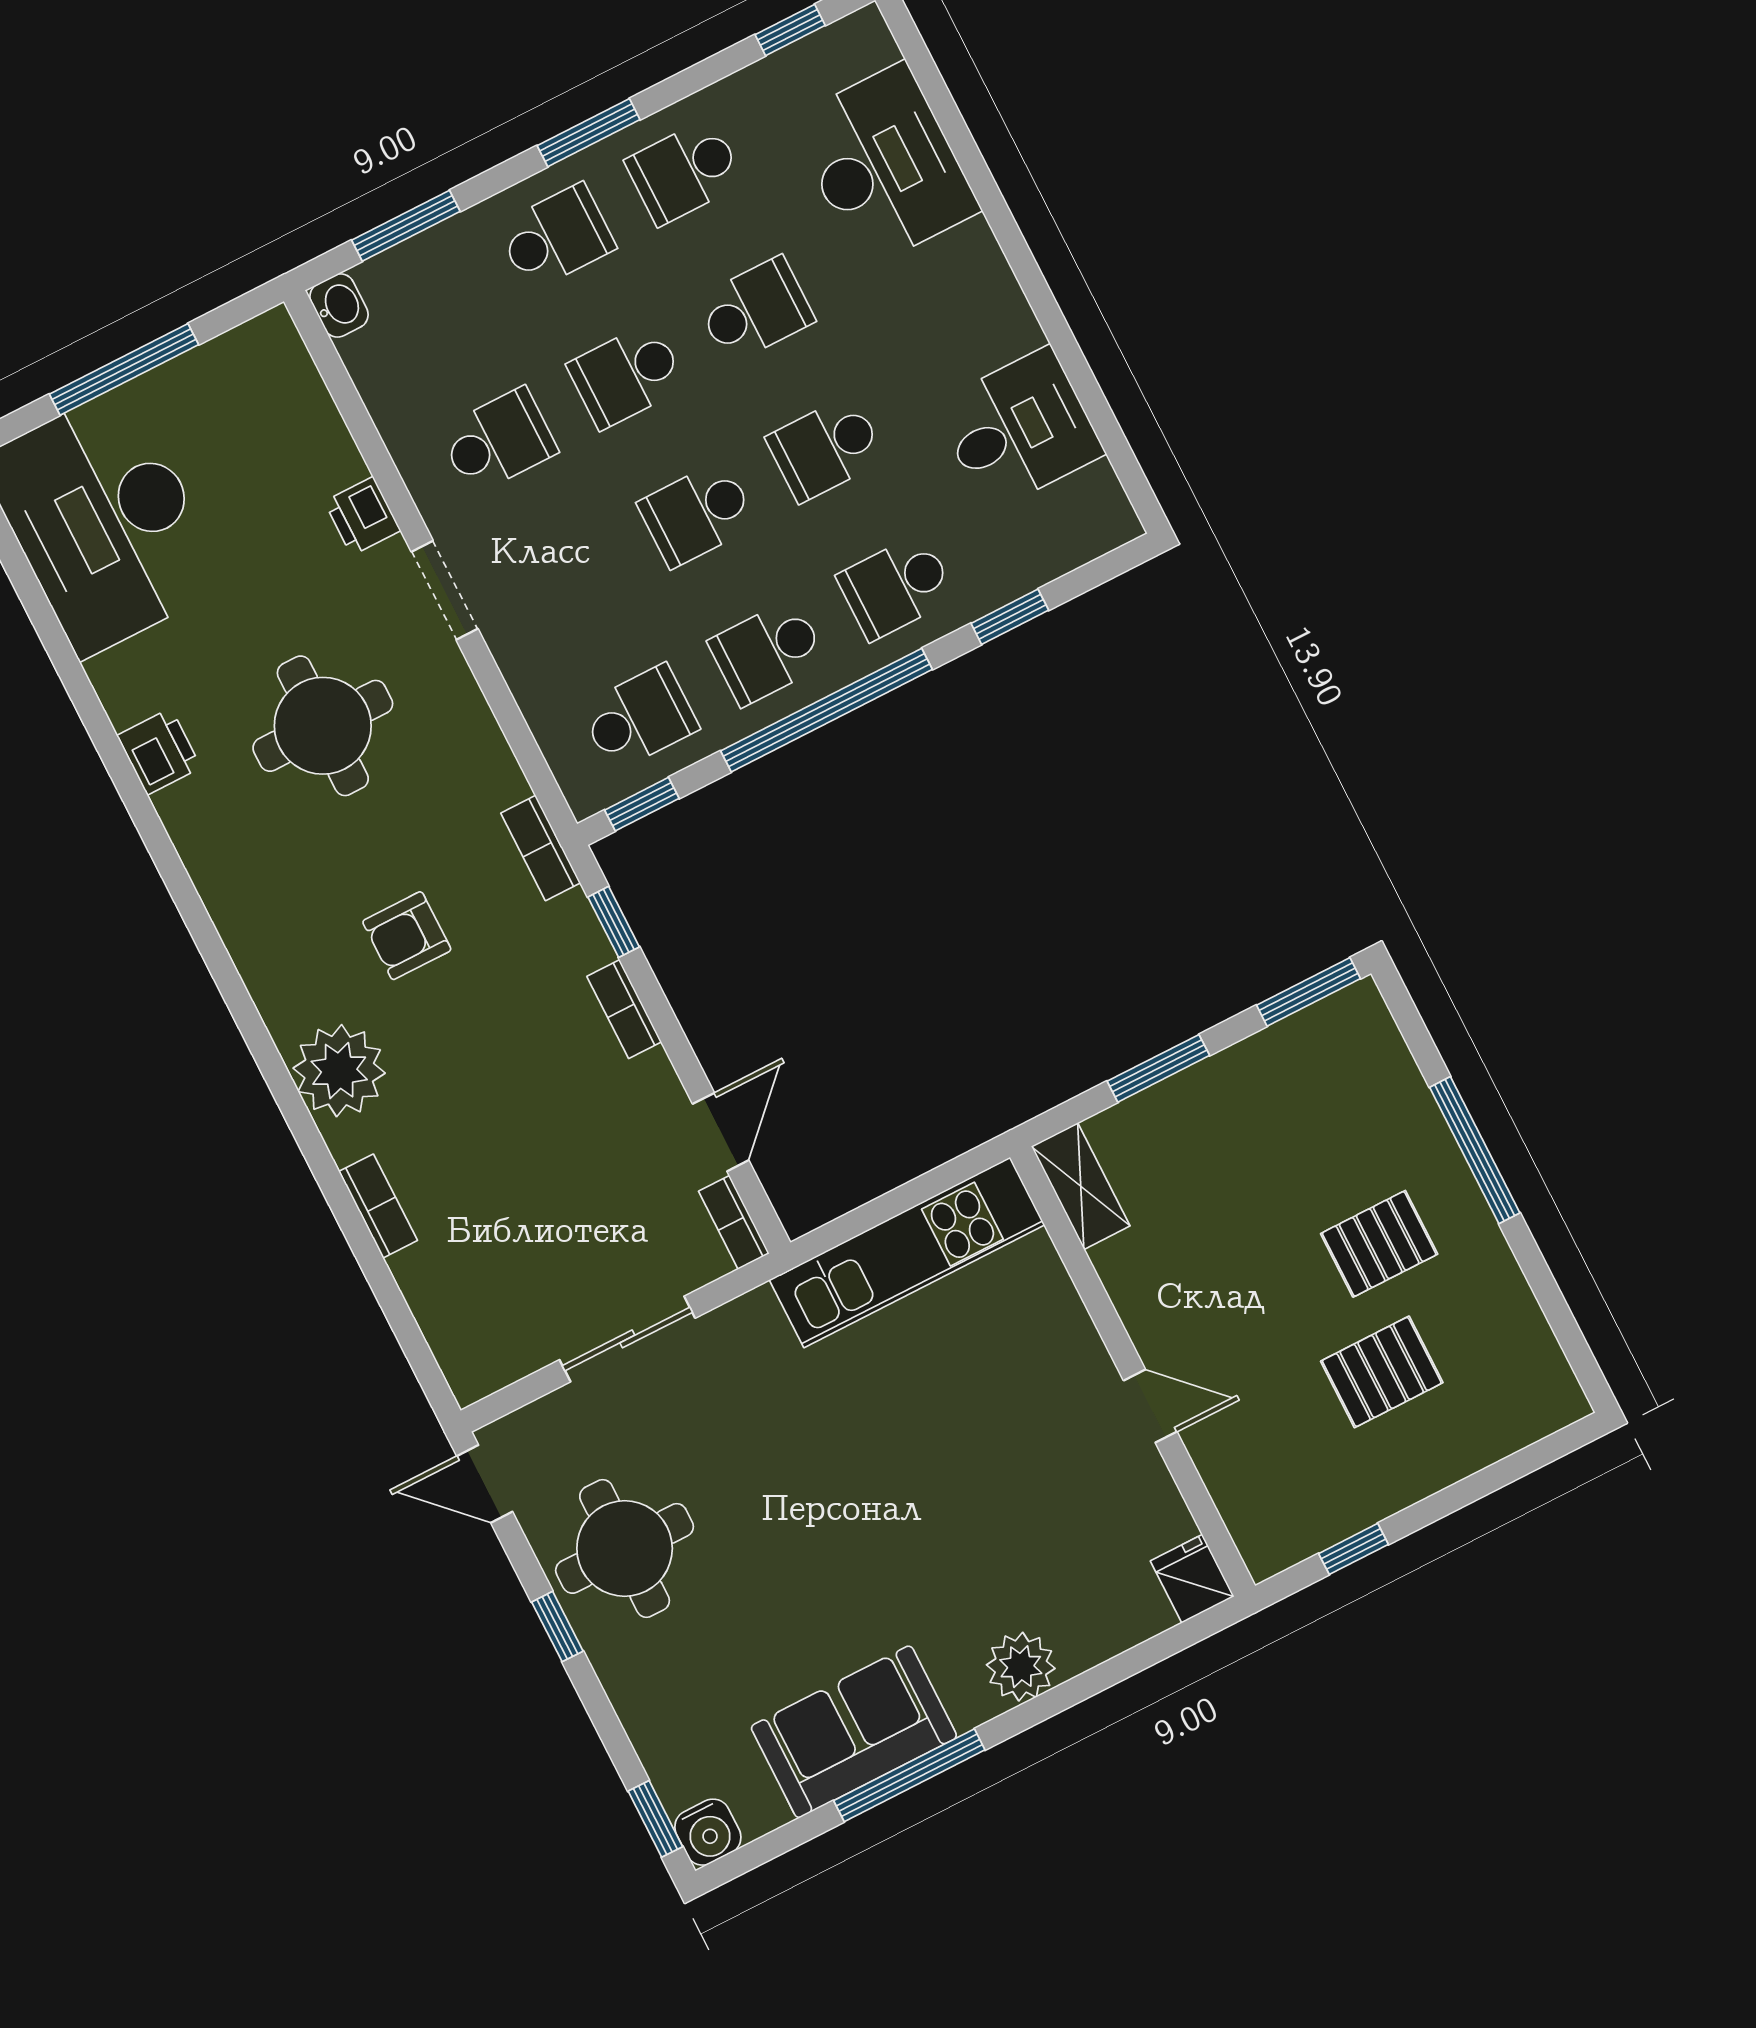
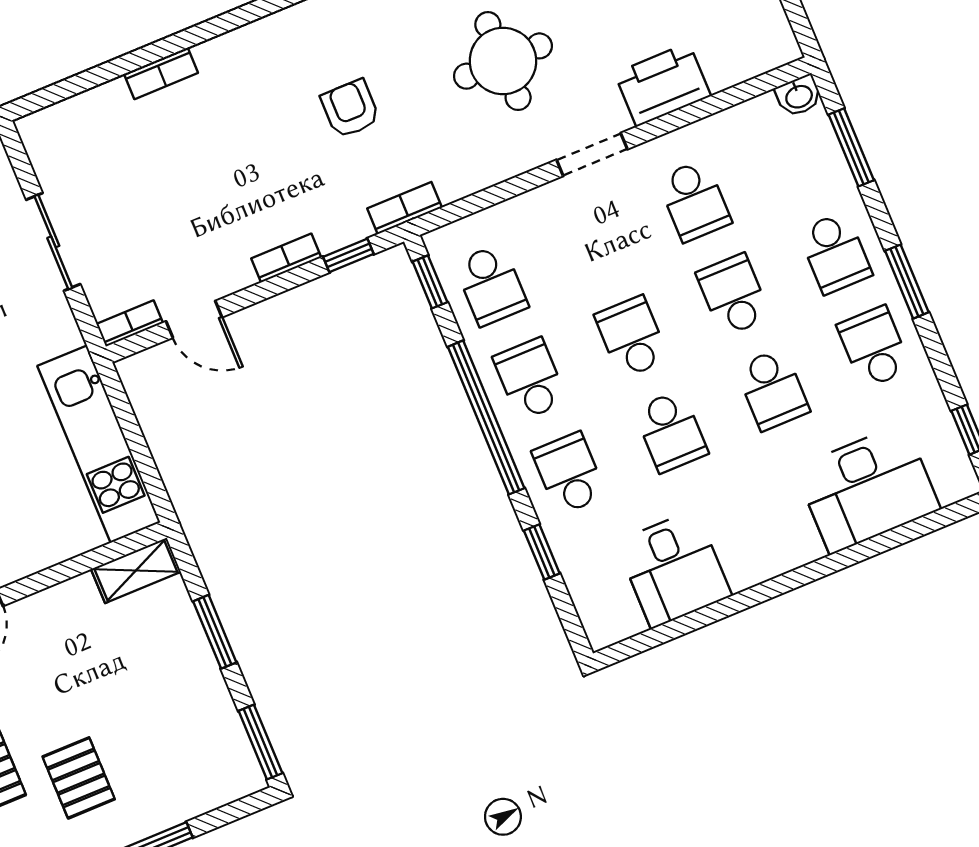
school desk: (826, 448) -> (671, 431), turned 180
printer: (362, 516) -> (663, 85), width x1.87, depth x1.48
plant: (339, 1071) -> (259, 53), removed

